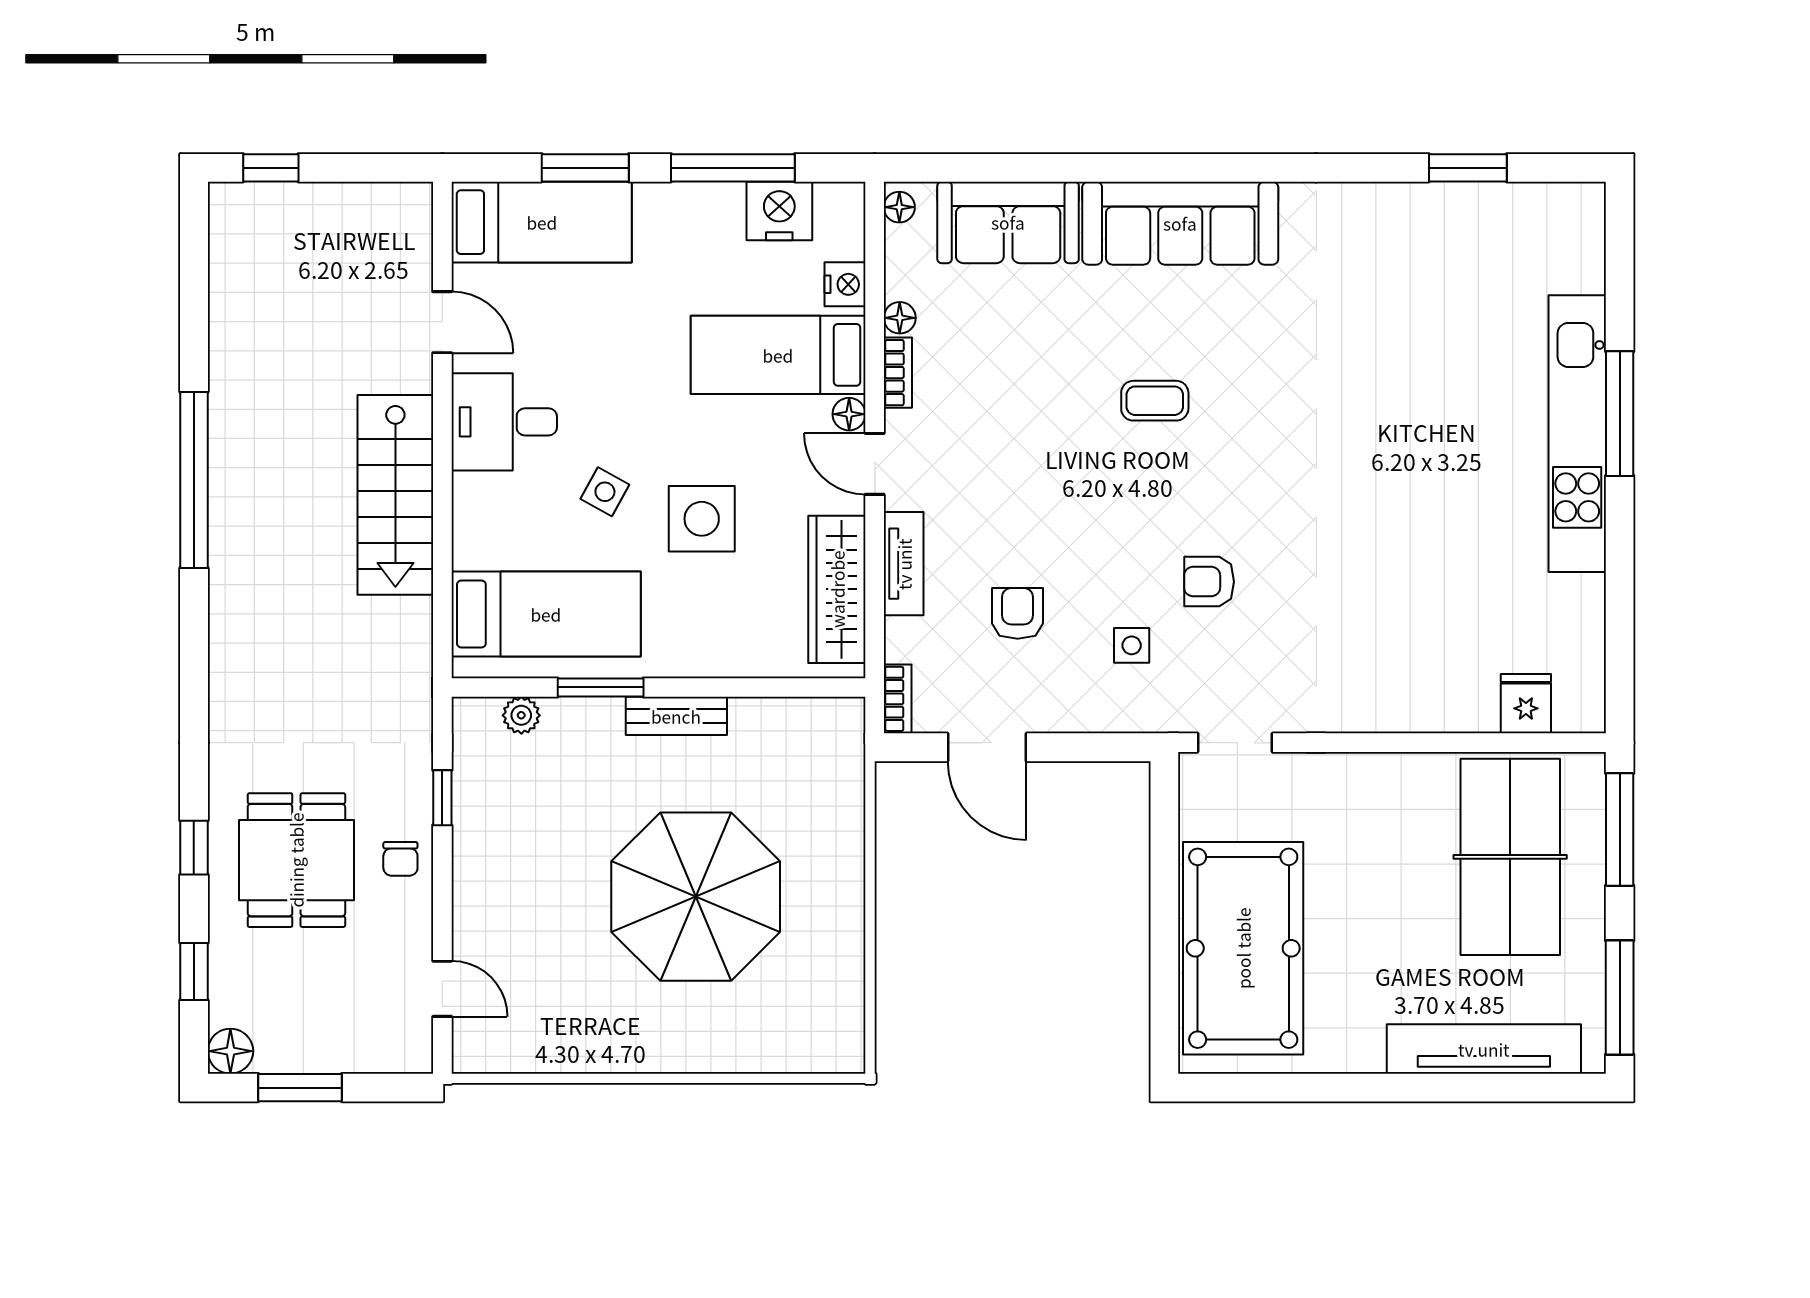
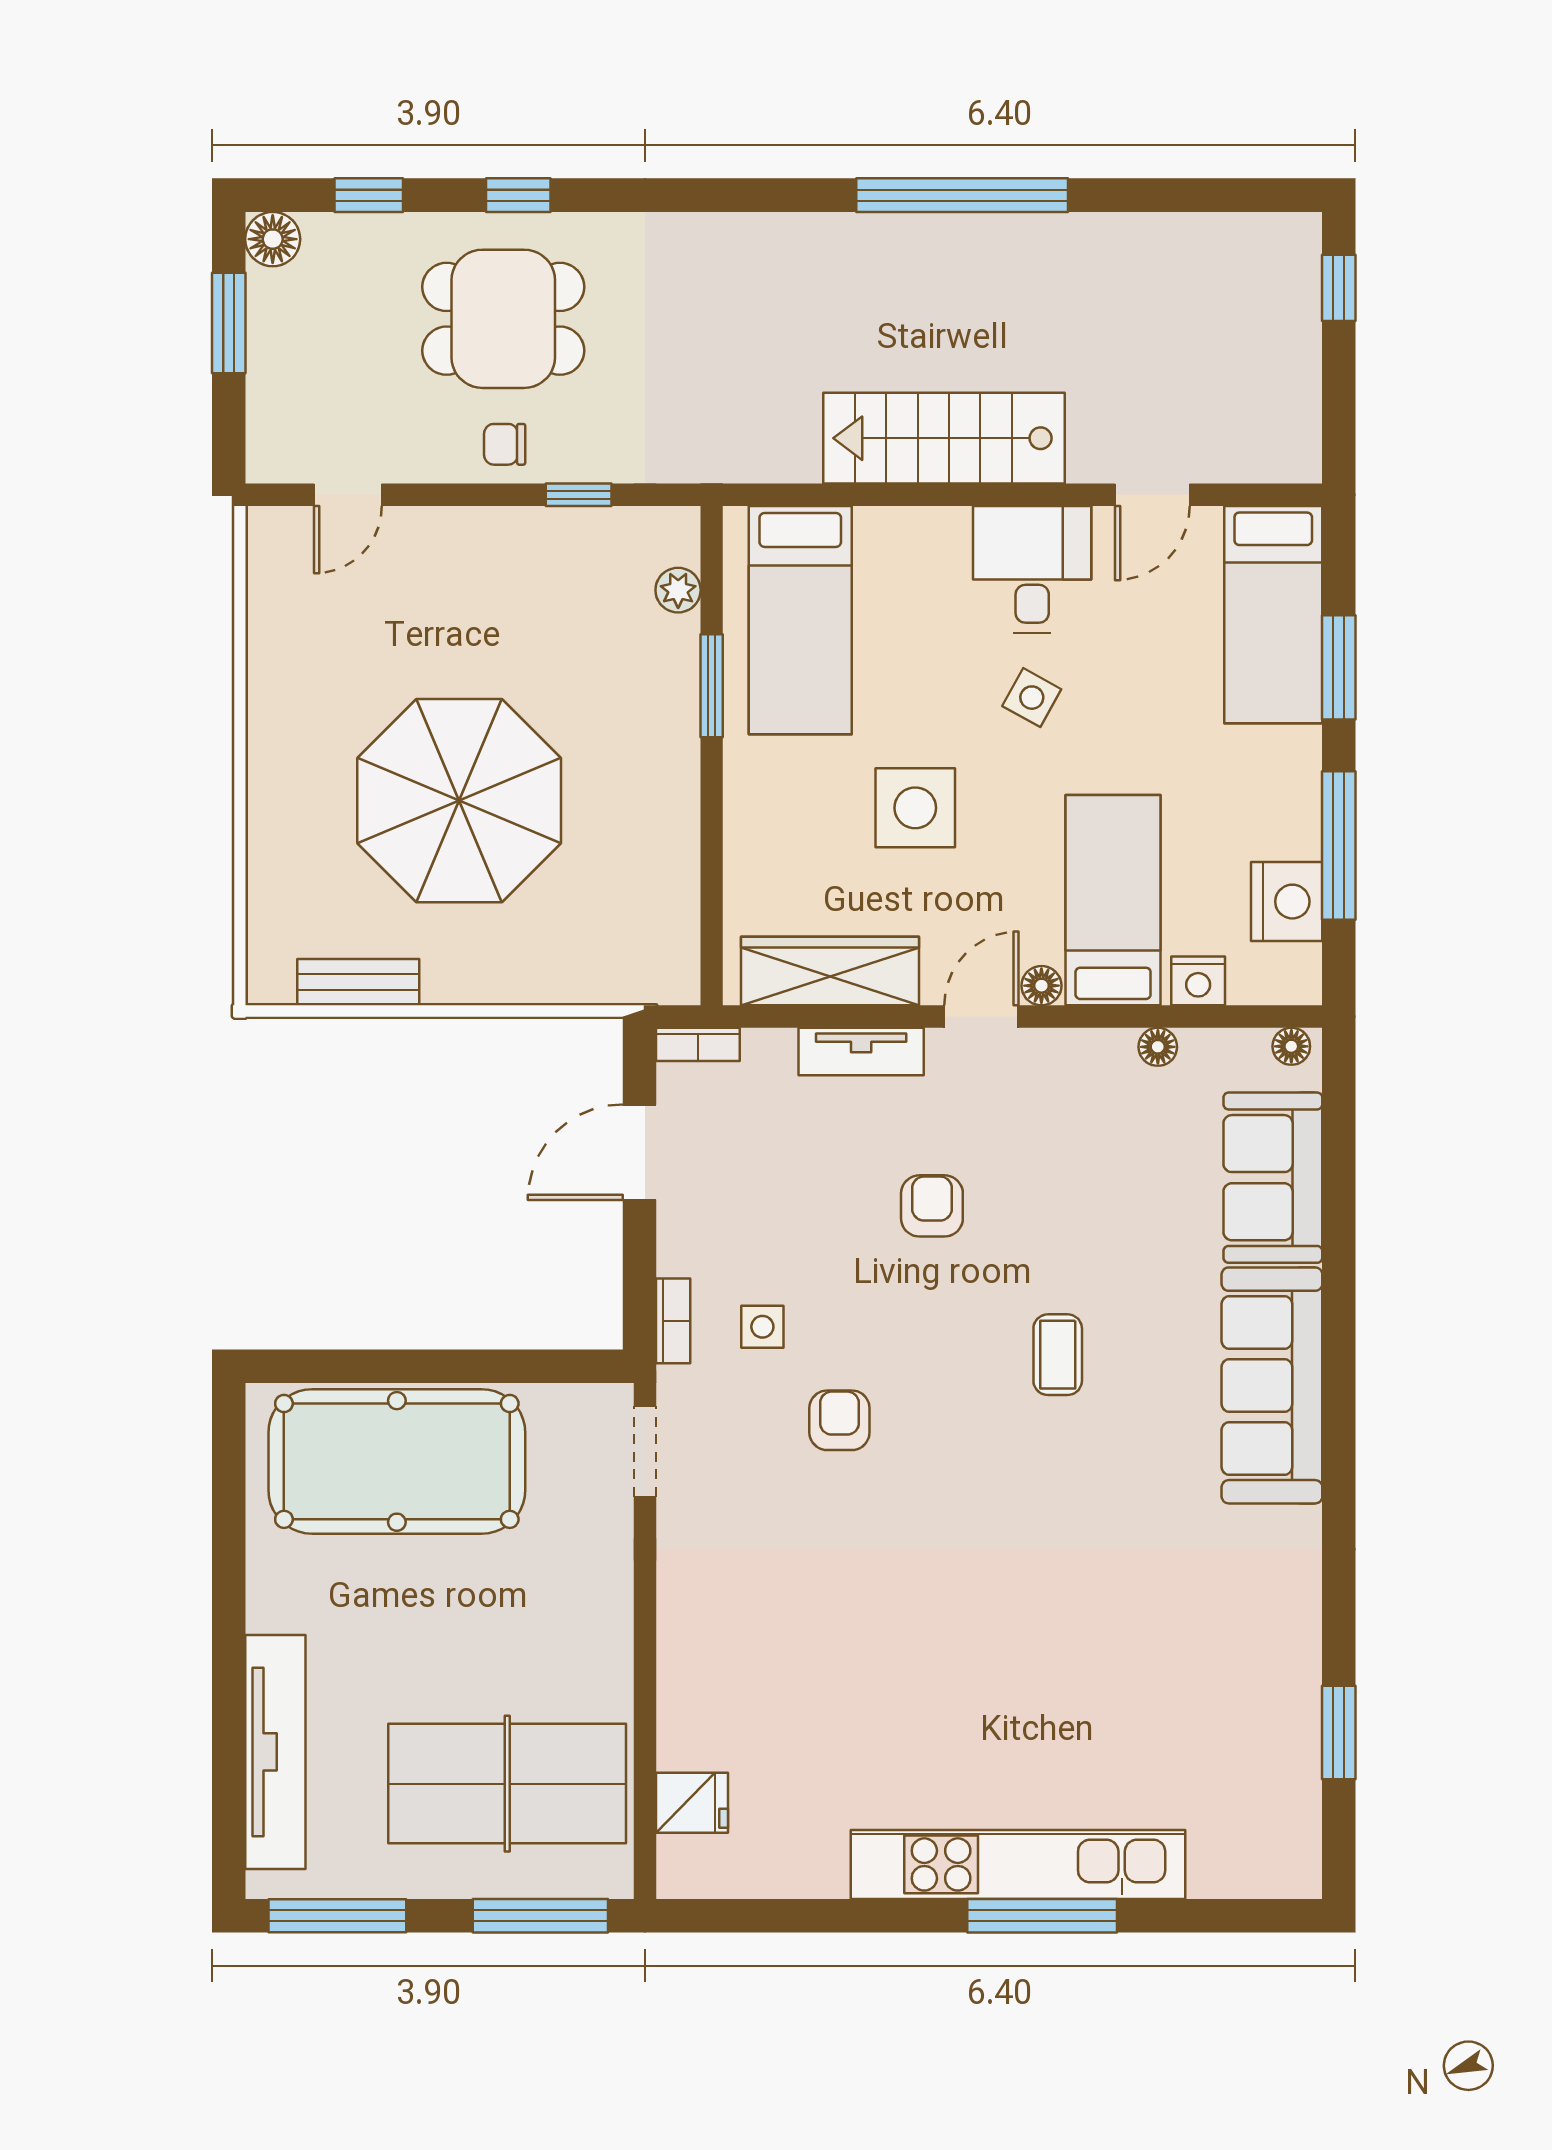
bookcase: (898, 373) -> (673, 1321), moved, turned -90
side table: (605, 492) -> (1032, 698), moved
armchair: (1018, 613) -> (932, 1206), moved, turned -90
bench: (676, 716) -> (358, 982), moved, turned 90

